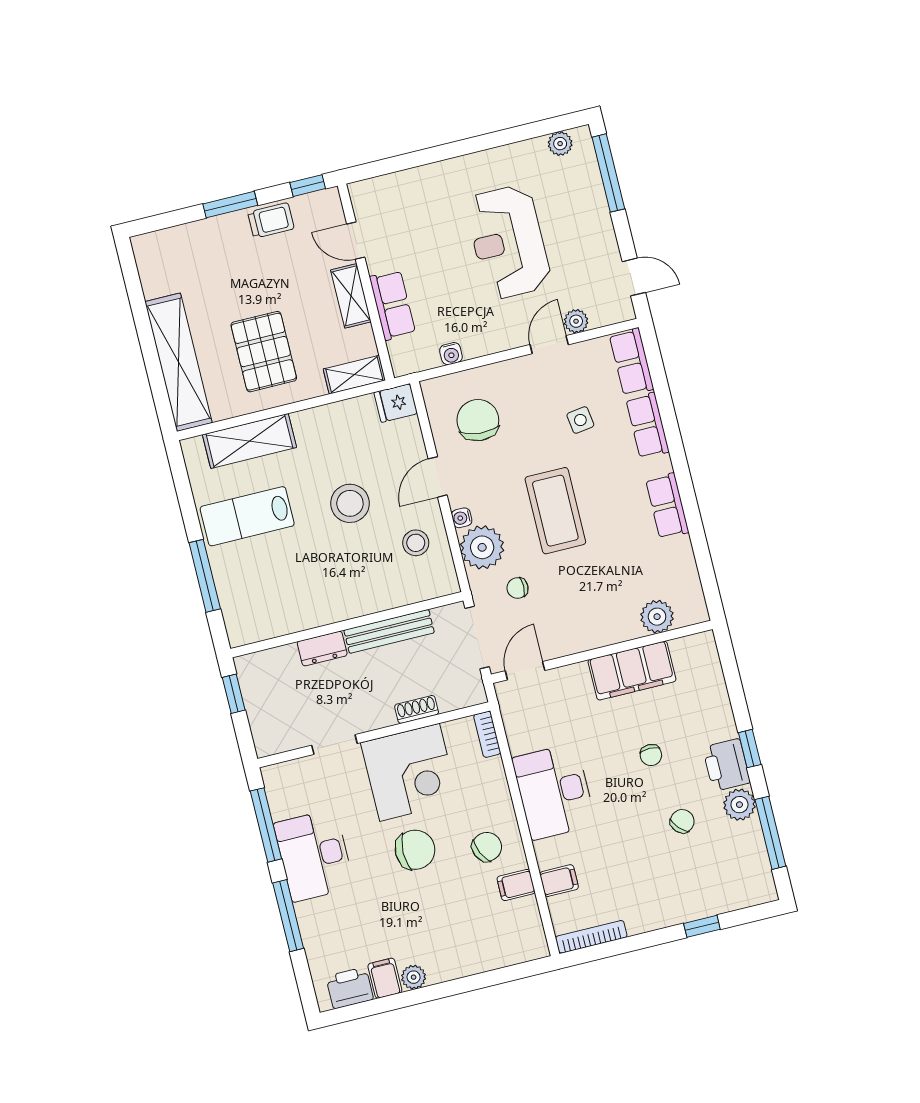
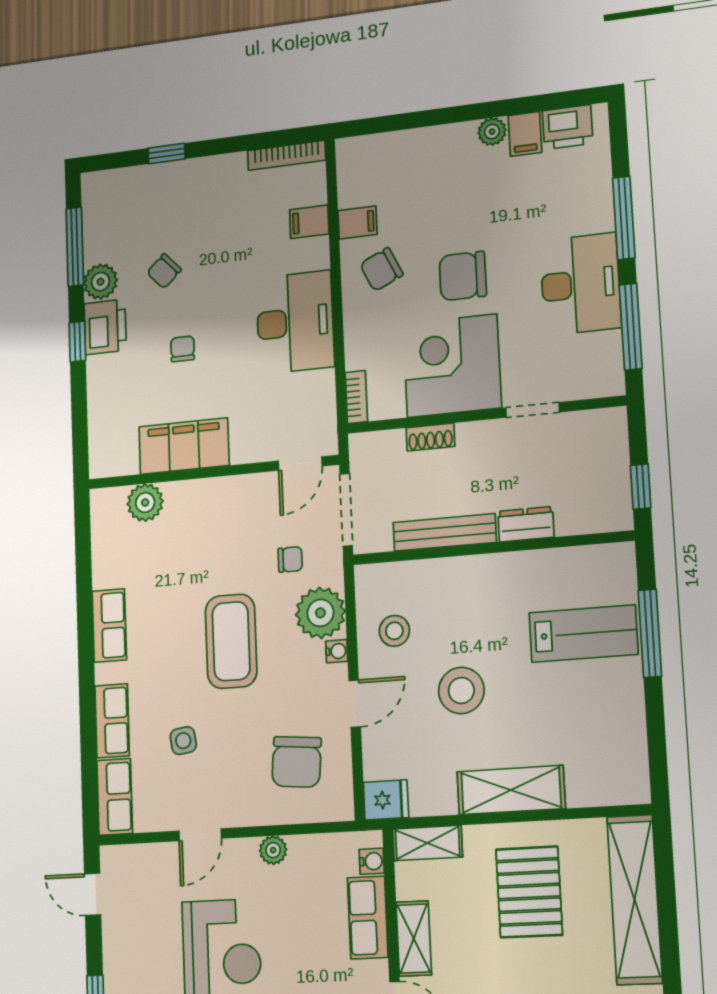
plant: (576, 321) -> (273, 850), moved
water cooler: (451, 354) -> (372, 861), moved, turned 90
shelving: (249, 441) -> (511, 790), moved
lab bench: (247, 516) -> (583, 634), moved

